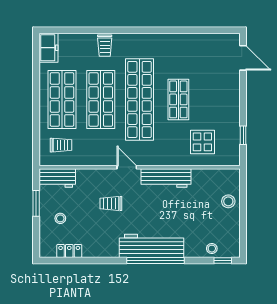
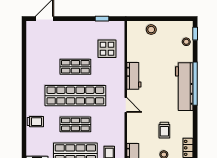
shop shelf: (101, 99) -> (75, 124), width x0.70, depth x0.74
door: (127, 167) -> (126, 105), swing flipped
workbench: (166, 178) -> (134, 76), width x0.73
trolley: (111, 203) -> (164, 130), moved

